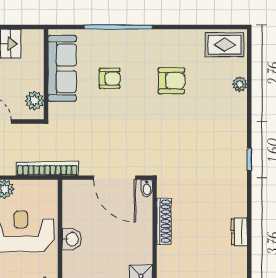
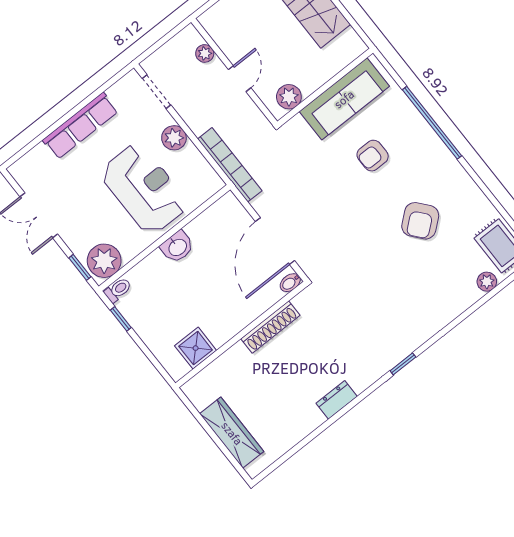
armchair: (110, 78) -> (373, 156), turned 90
armchair: (172, 81) -> (420, 221), turned 50
plant: (240, 84) -> (487, 282), moved
dresser: (239, 232) -> (337, 400), moved

